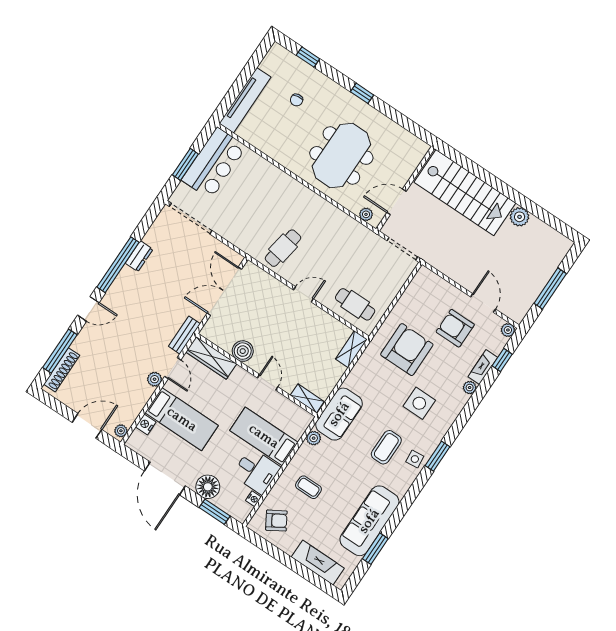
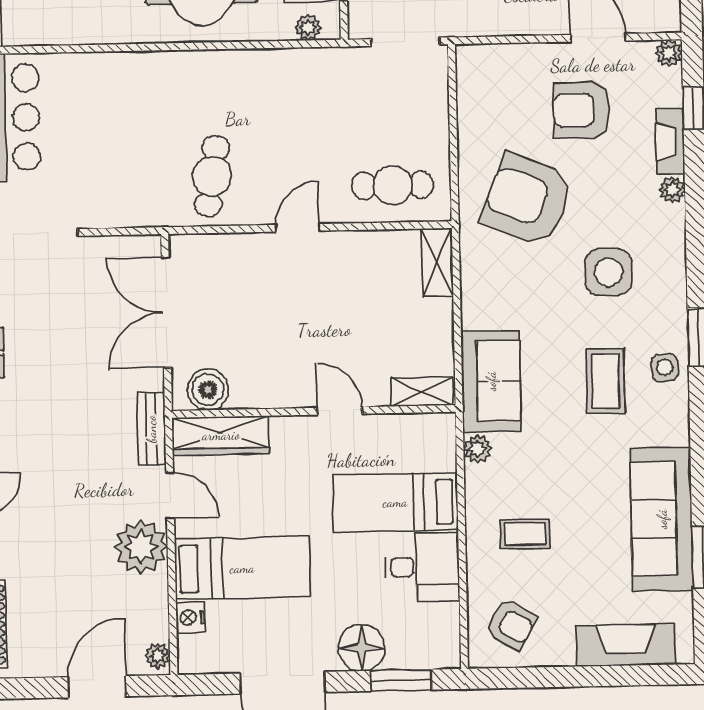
armchair: (407, 350) -> (527, 200), turned -68
boiler: (243, 351) -> (208, 390), moved
plant: (155, 379) -> (141, 547), width x1.87, depth x1.87
nightstand: (253, 499) -> (449, 615), removed
armchair: (276, 521) -> (511, 624), turned 61

